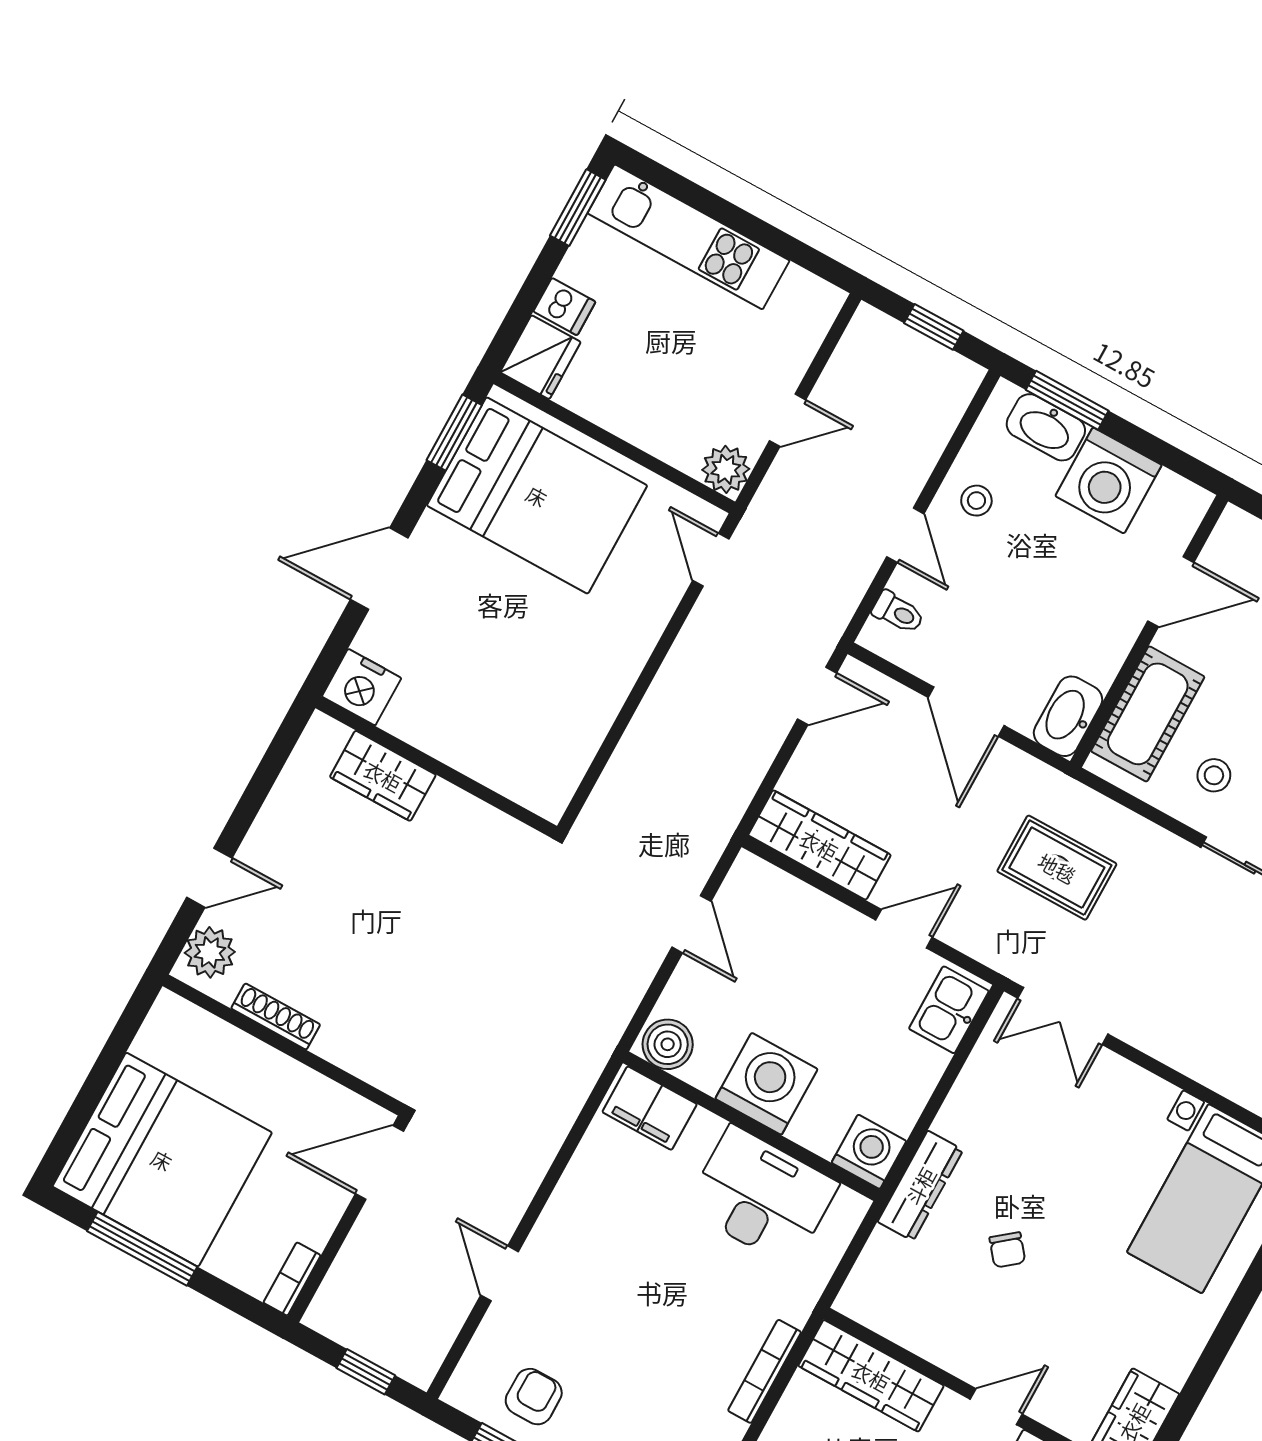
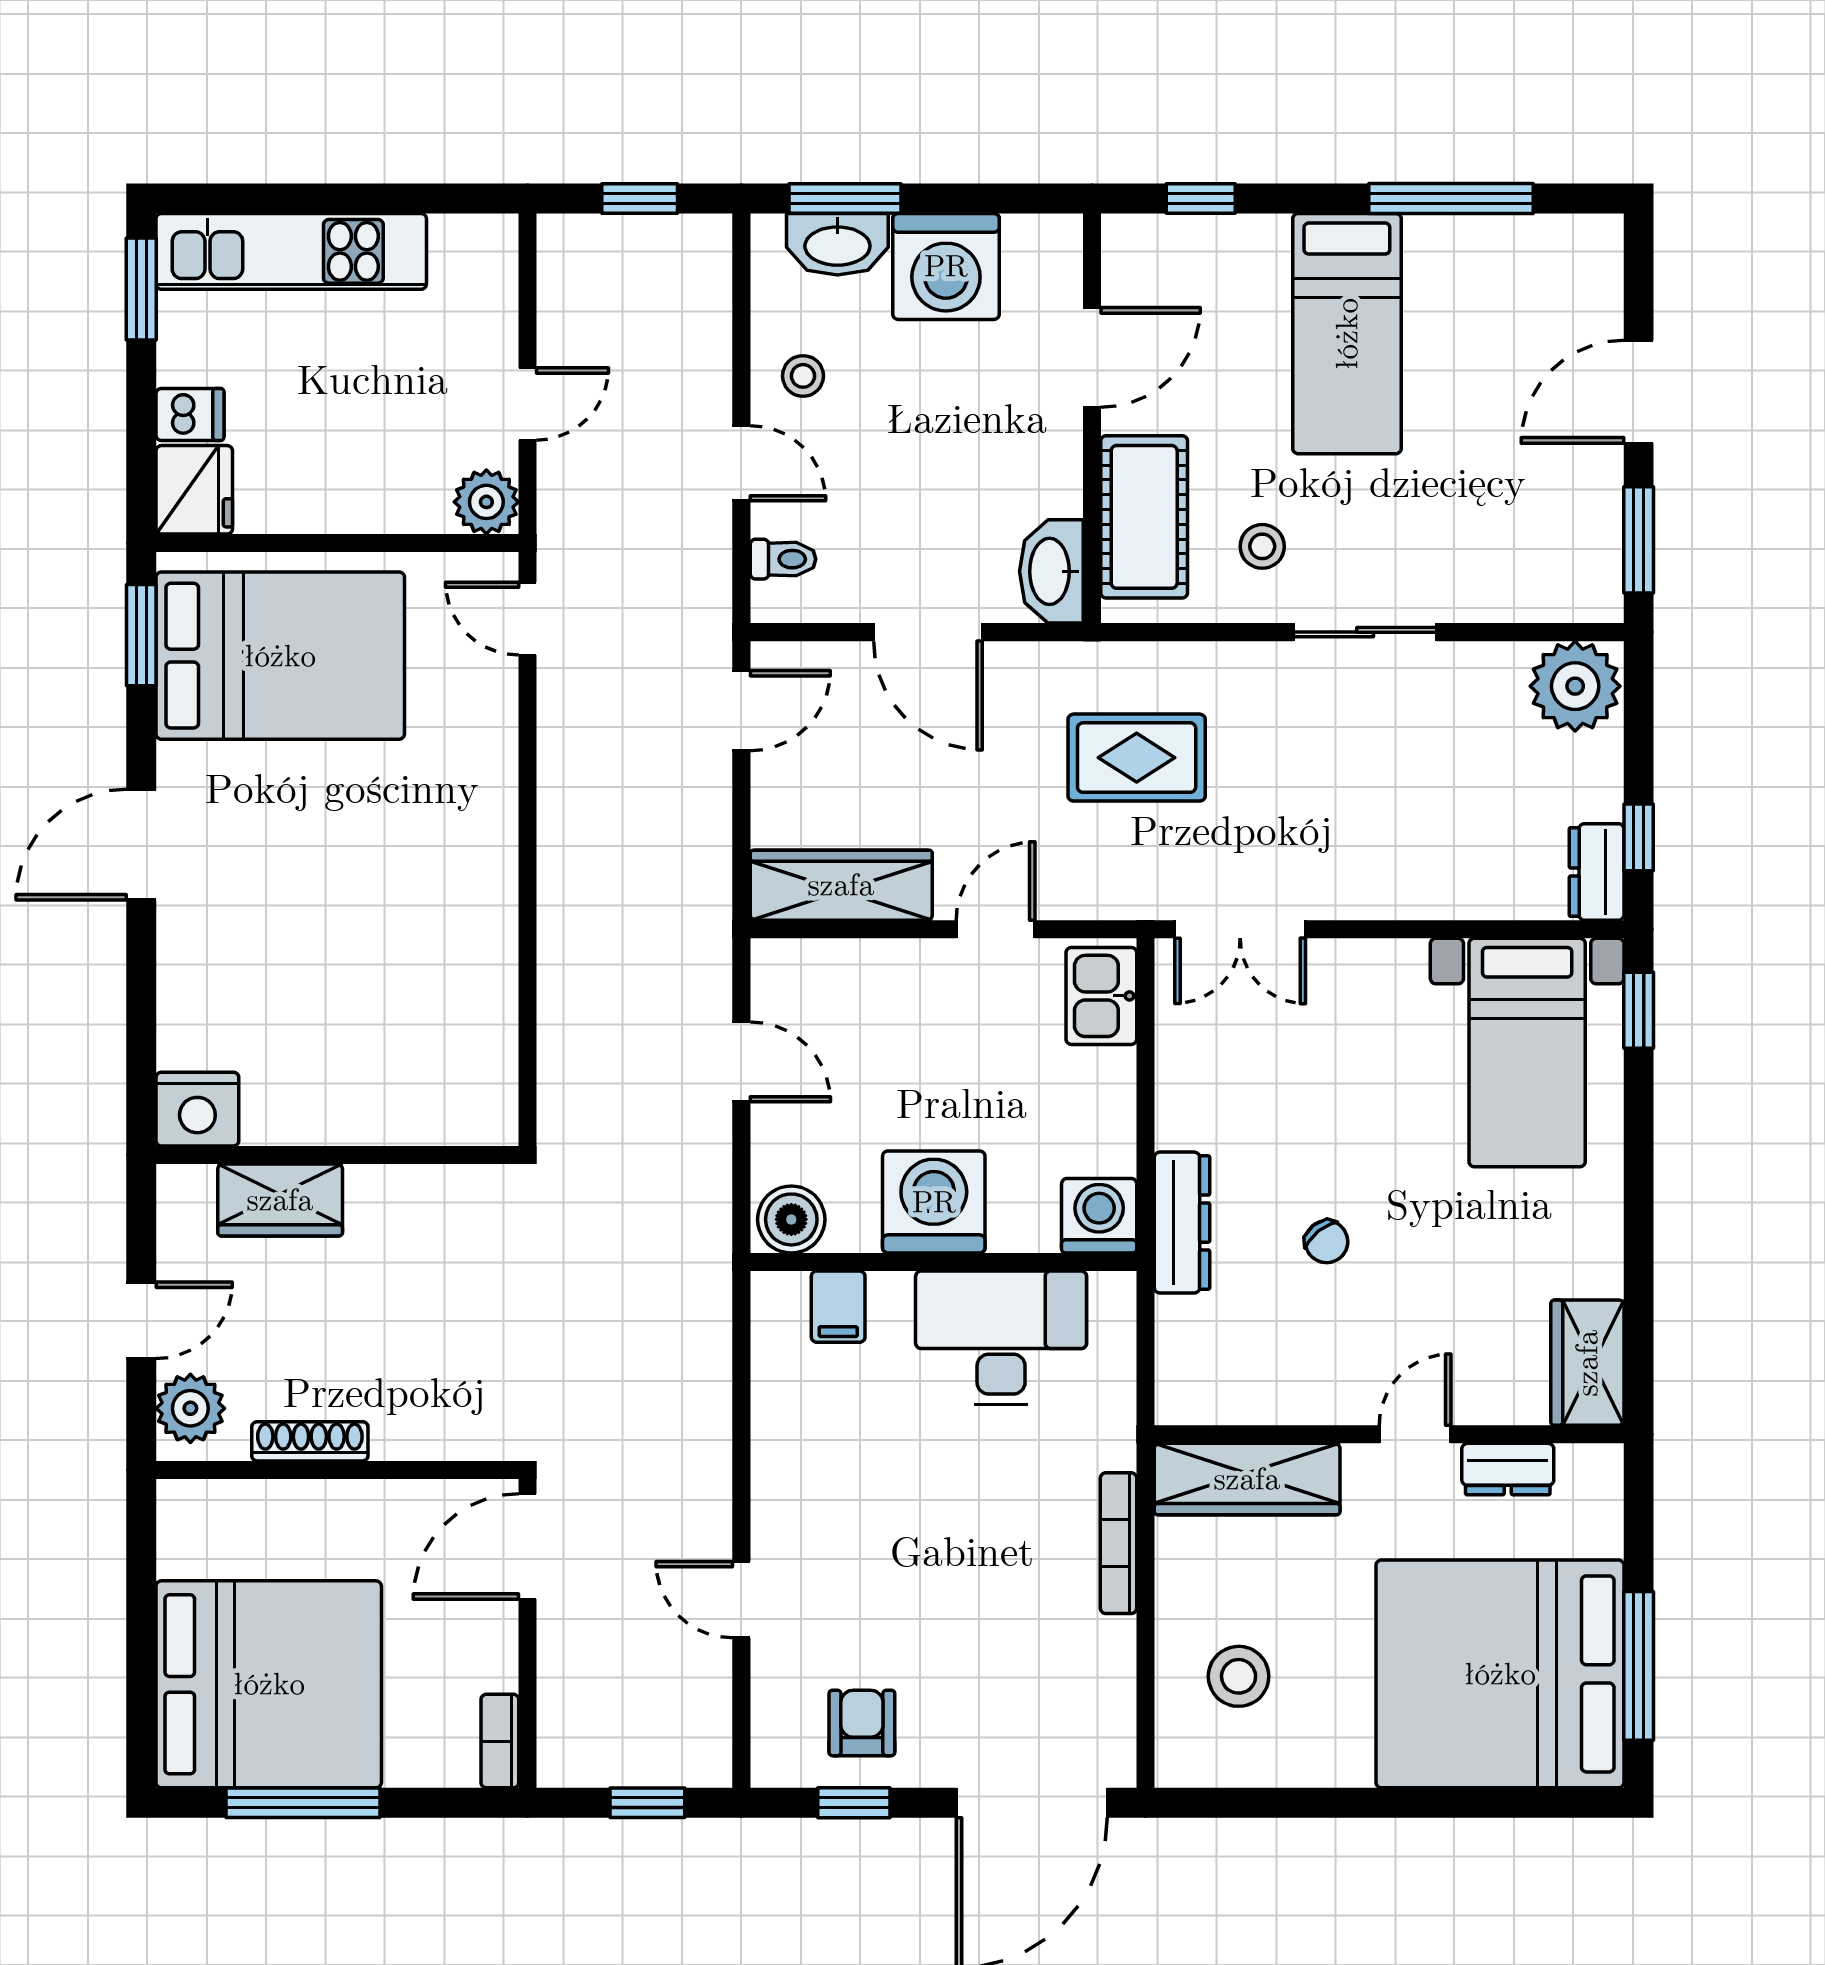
nightstand: (362, 687) -> (197, 1109), moved
wall: (436, 767) -> (337, 1155), moved
wardrobe: (383, 776) -> (280, 1200), moved
filing cabinet: (650, 1108) -> (838, 1307), width x0.50

